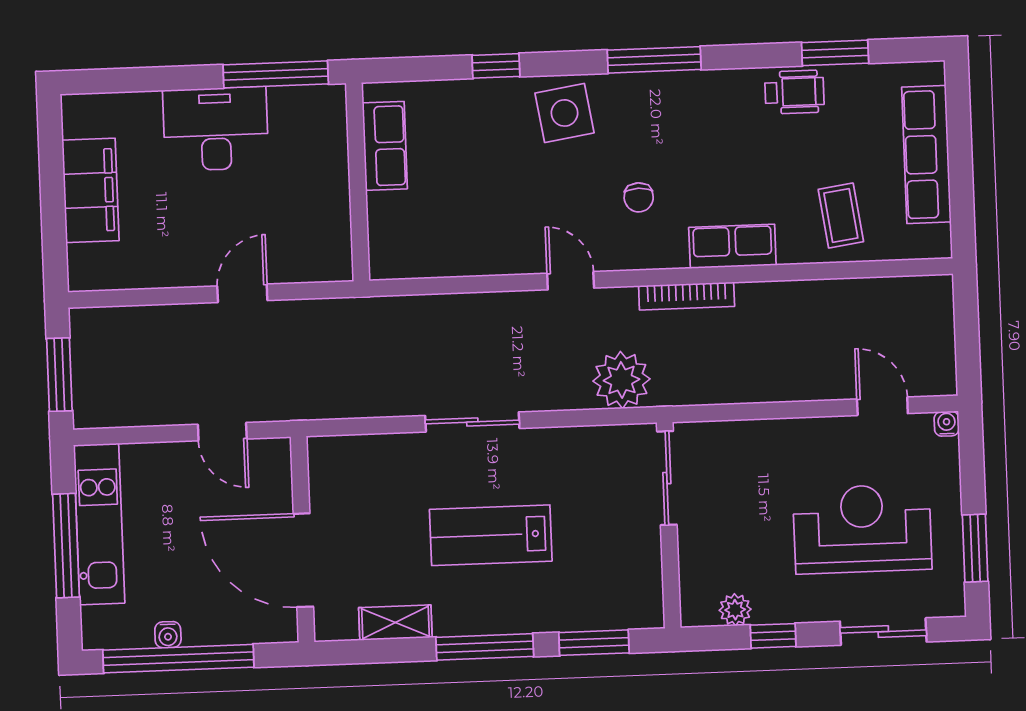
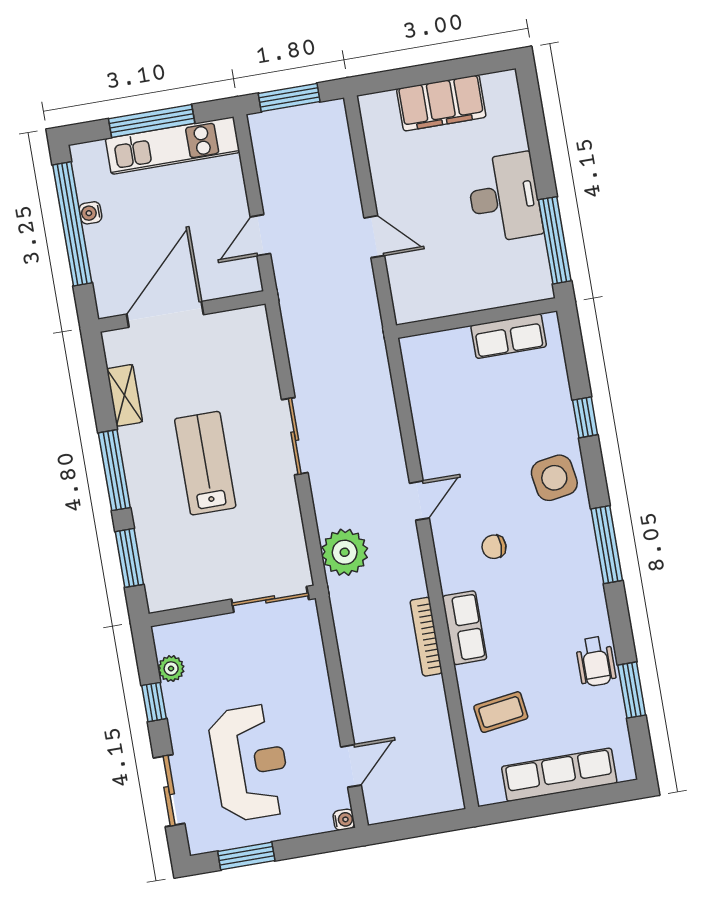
bookcase: (687, 296) -> (426, 637), moved

